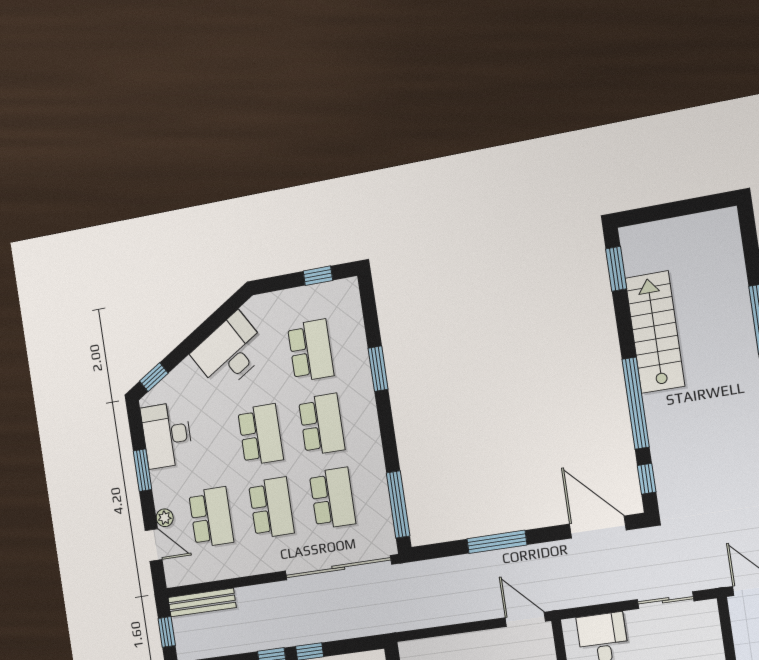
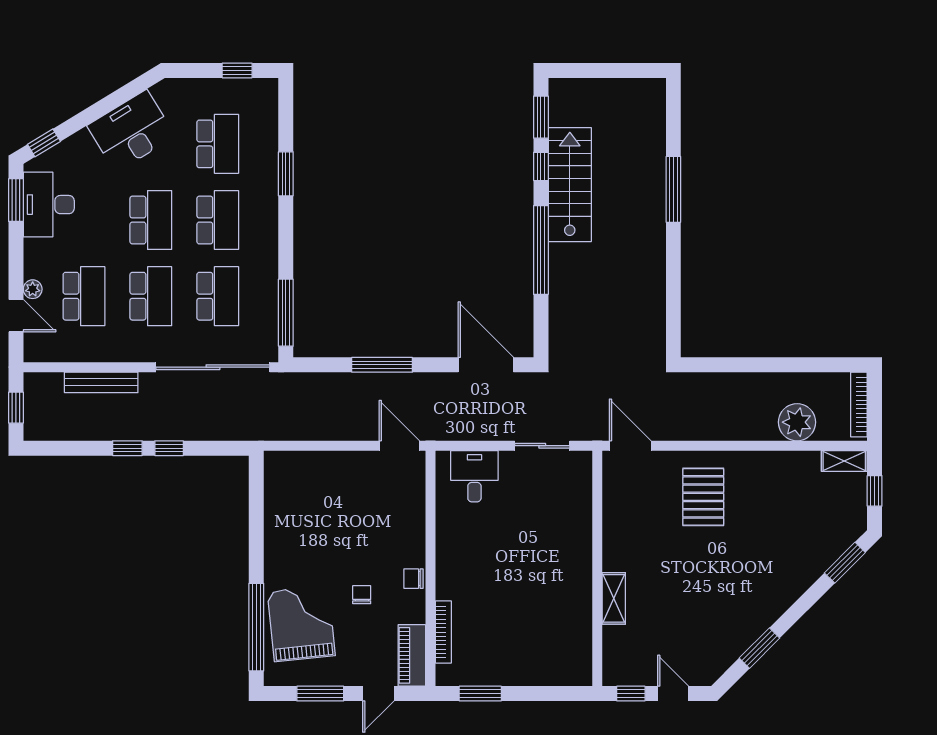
window: (143, 470) -> (16, 200), moved
window: (647, 479) -> (541, 166), moved
bench: (202, 602) -> (101, 382), moved

